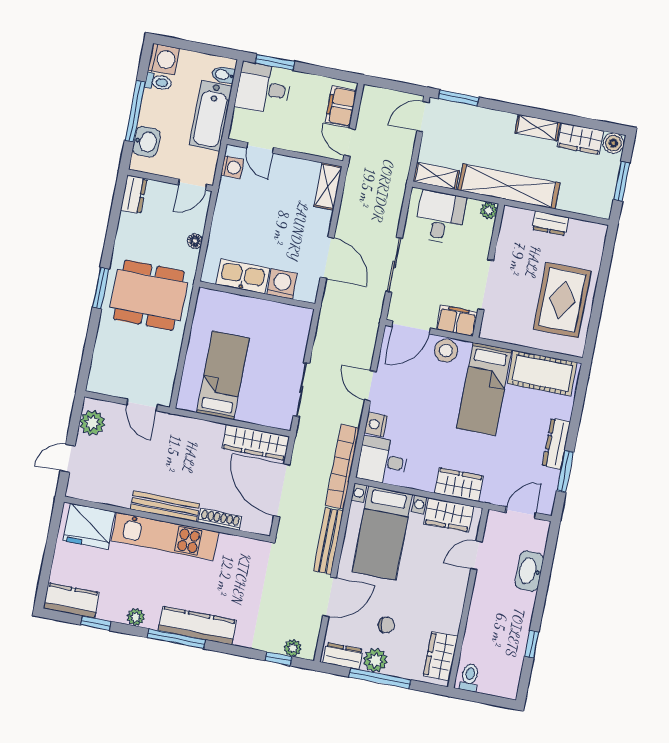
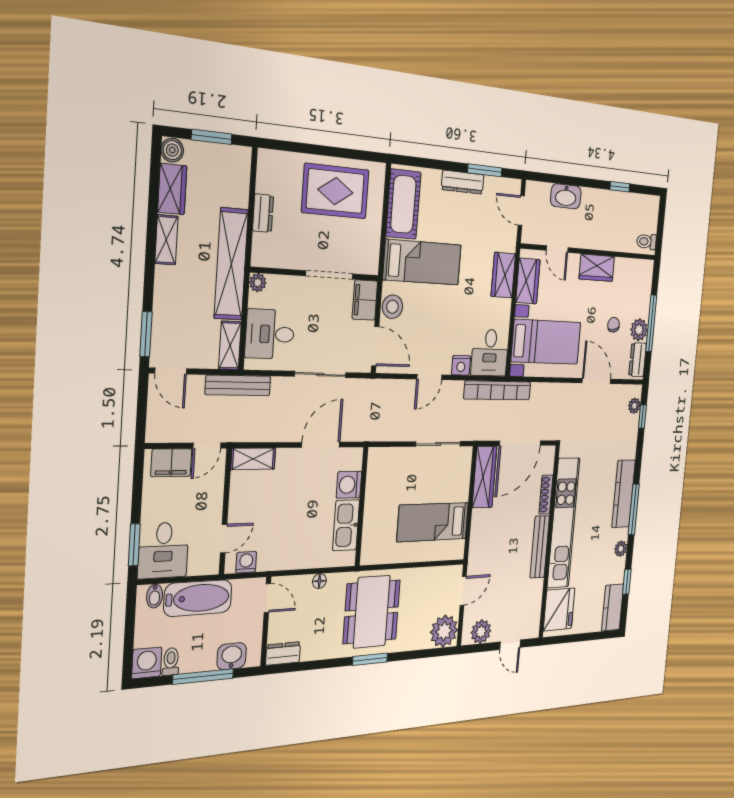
plant: (105, 377) -> (444, 631), added
kitchen unit: (165, 536) -> (563, 523), width x1.36
bench: (328, 541) -> (238, 385), moved
wardrobe: (441, 656) -> (597, 268), moved

